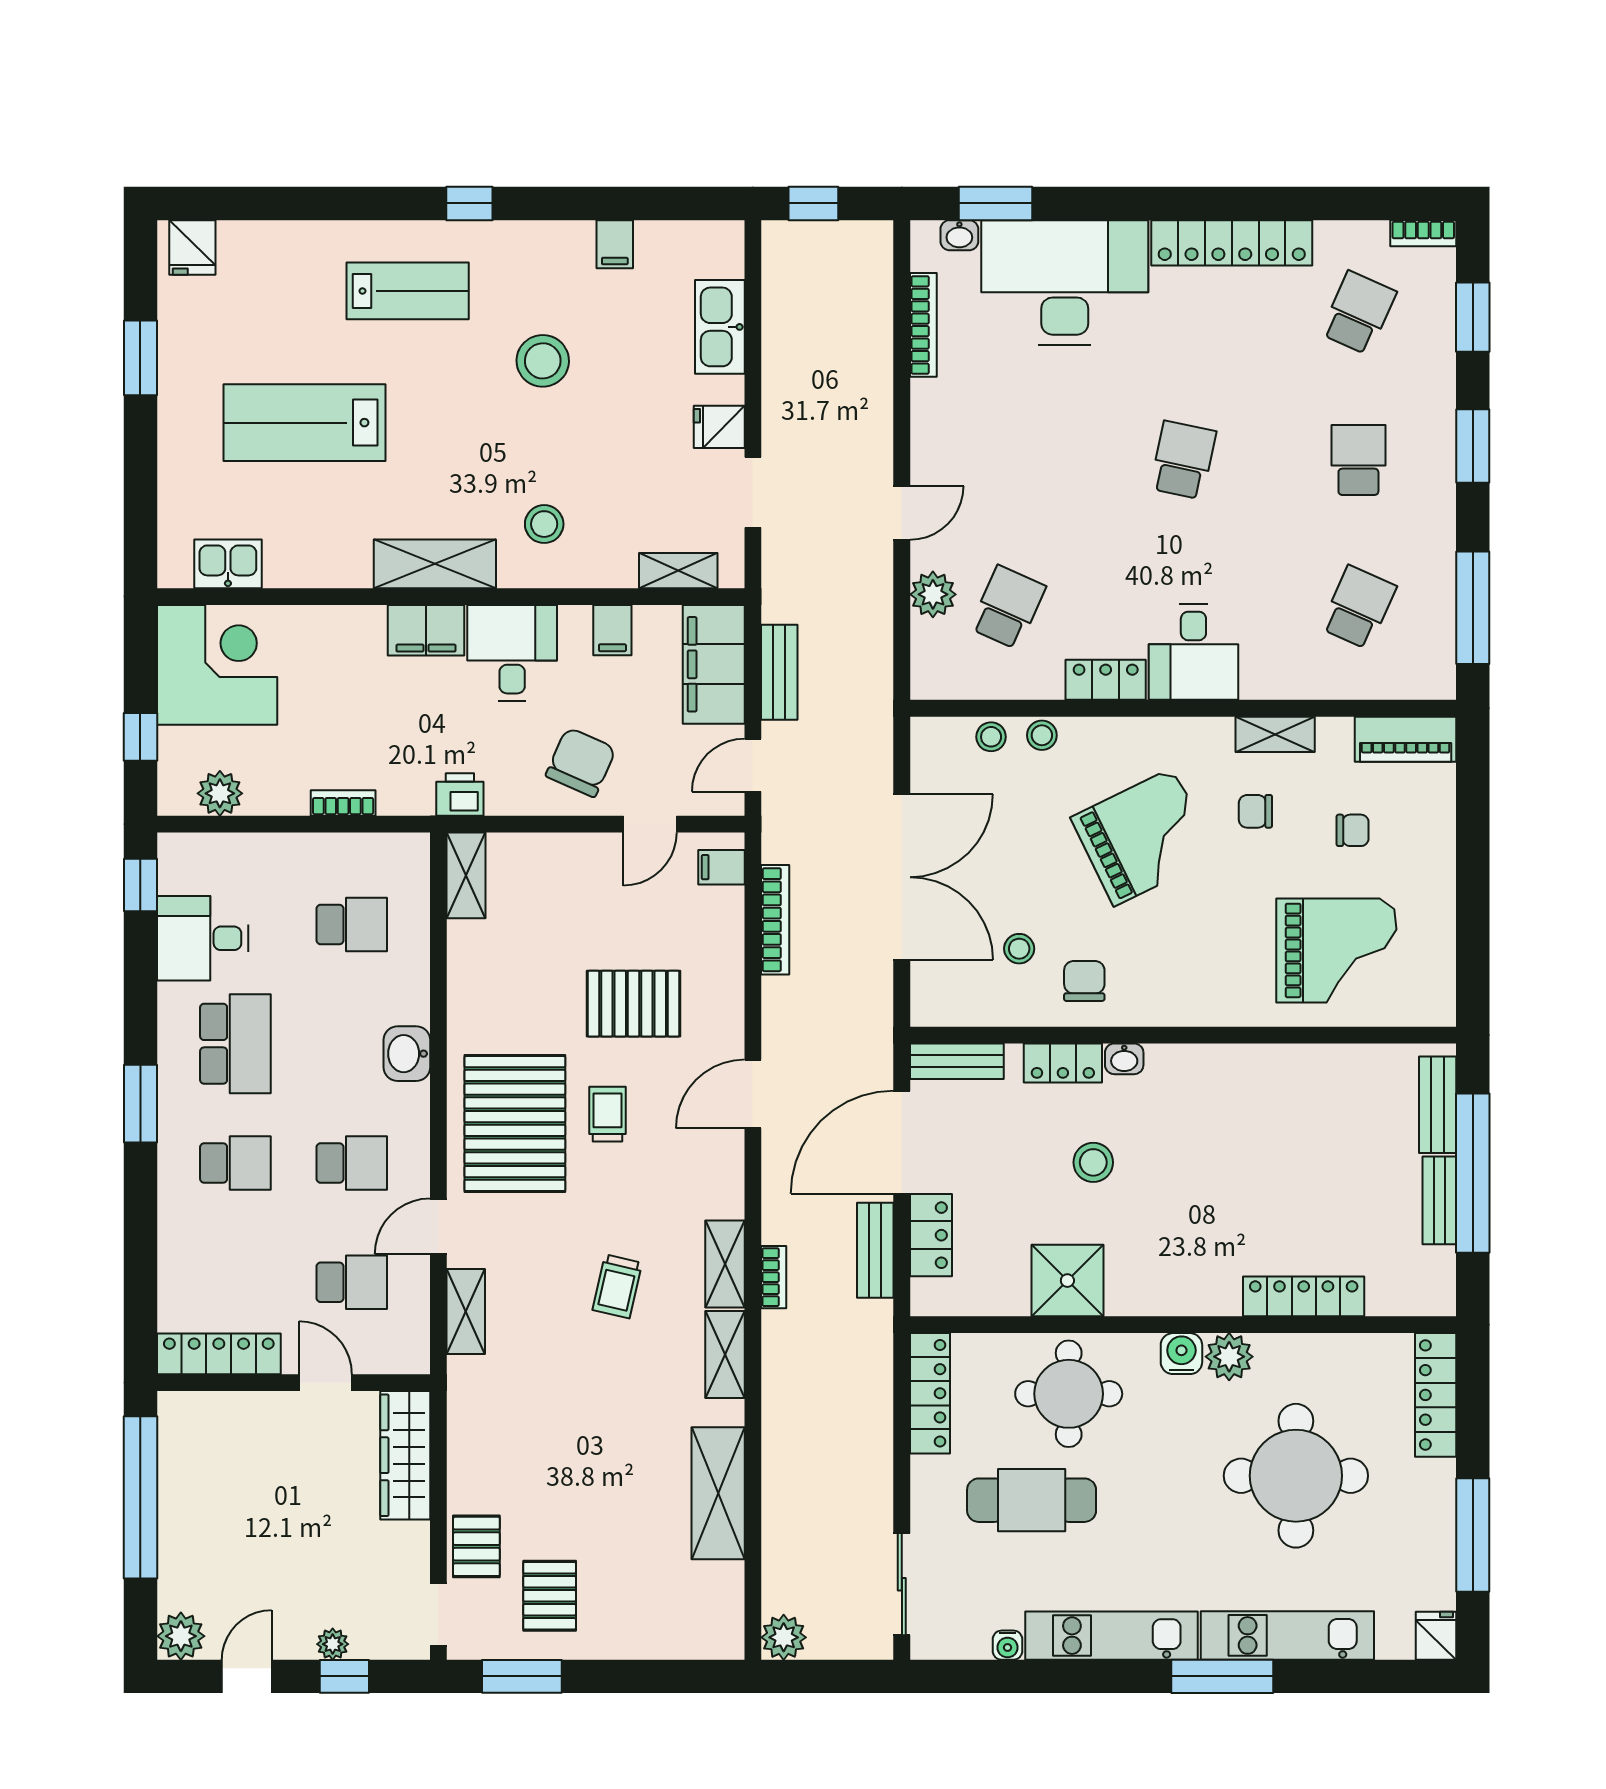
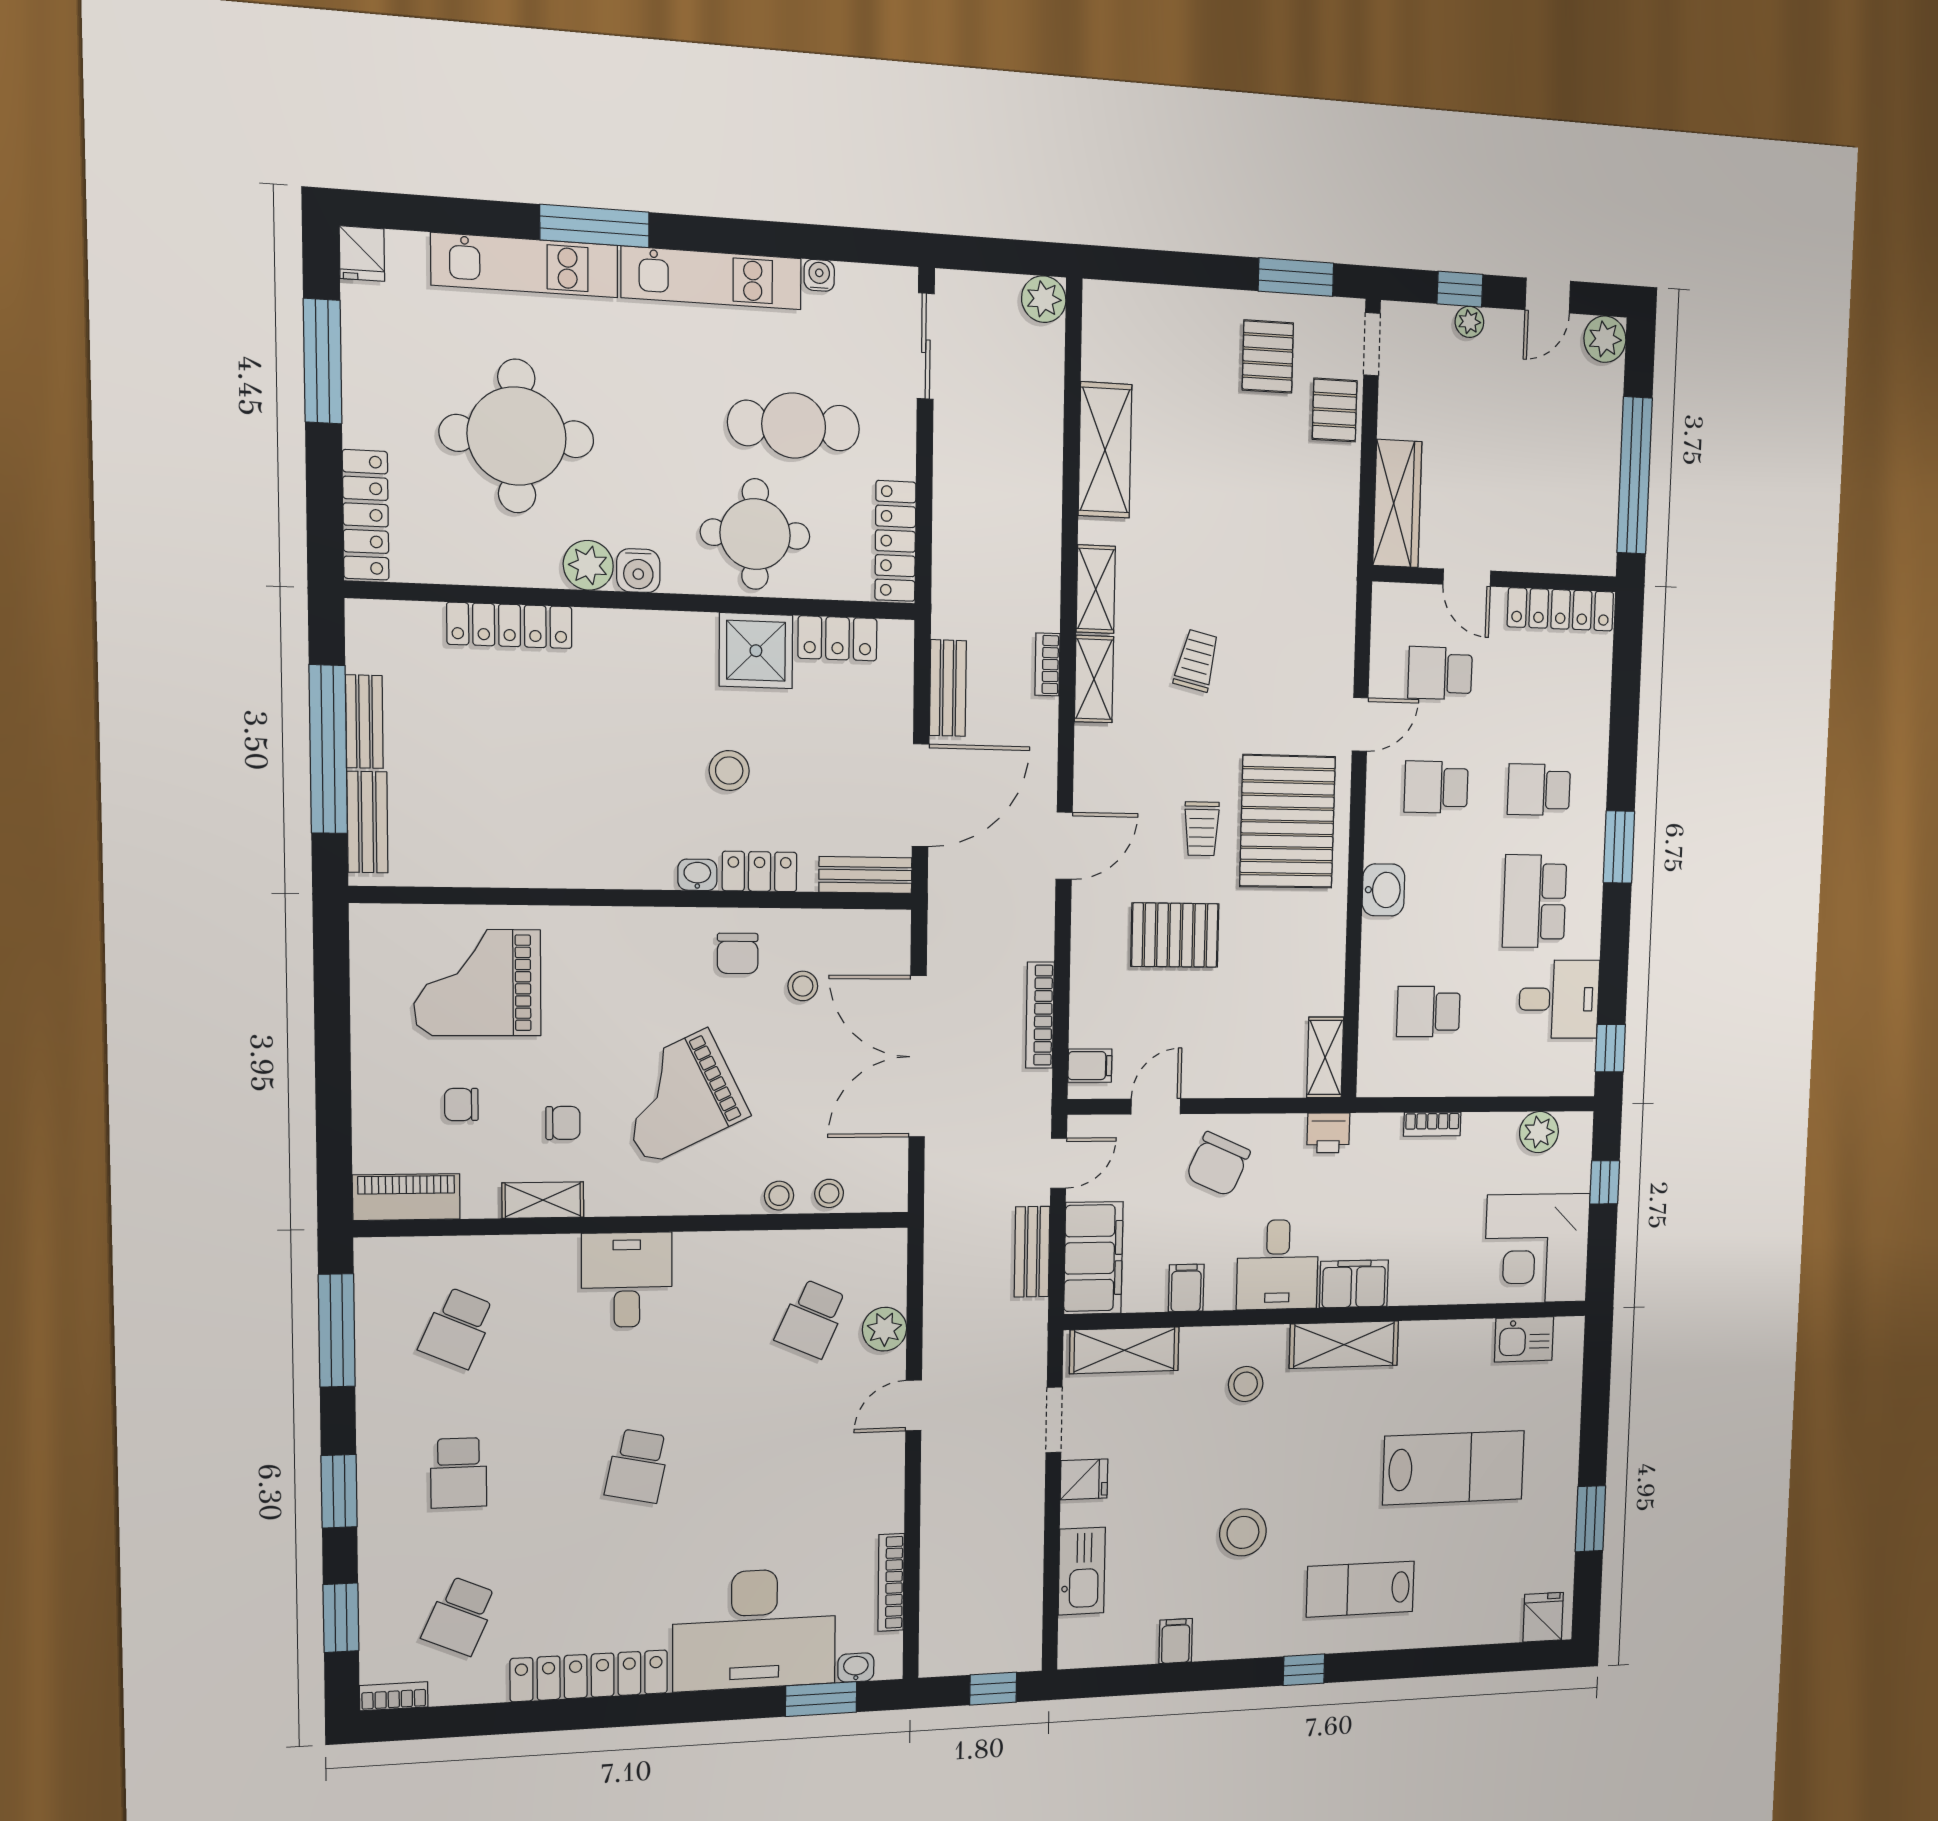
shelving: (678, 571) -> (1124, 1350), width x1.50, depth x1.33
locker: (1106, 680) -> (715, 1251), removed
locker: (931, 1235) -> (838, 638), moved, turned -90
shelving: (466, 1312) -> (1338, 641), removed

